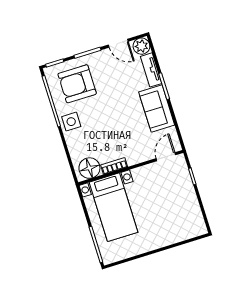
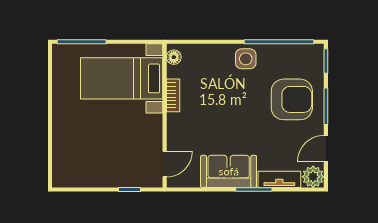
armchair: (77, 84) -> (292, 99), moved, turned 90
door: (166, 157) -> (165, 164), hinge flipped
floor lamp: (89, 168) -> (174, 57), width x0.53, depth x0.53

